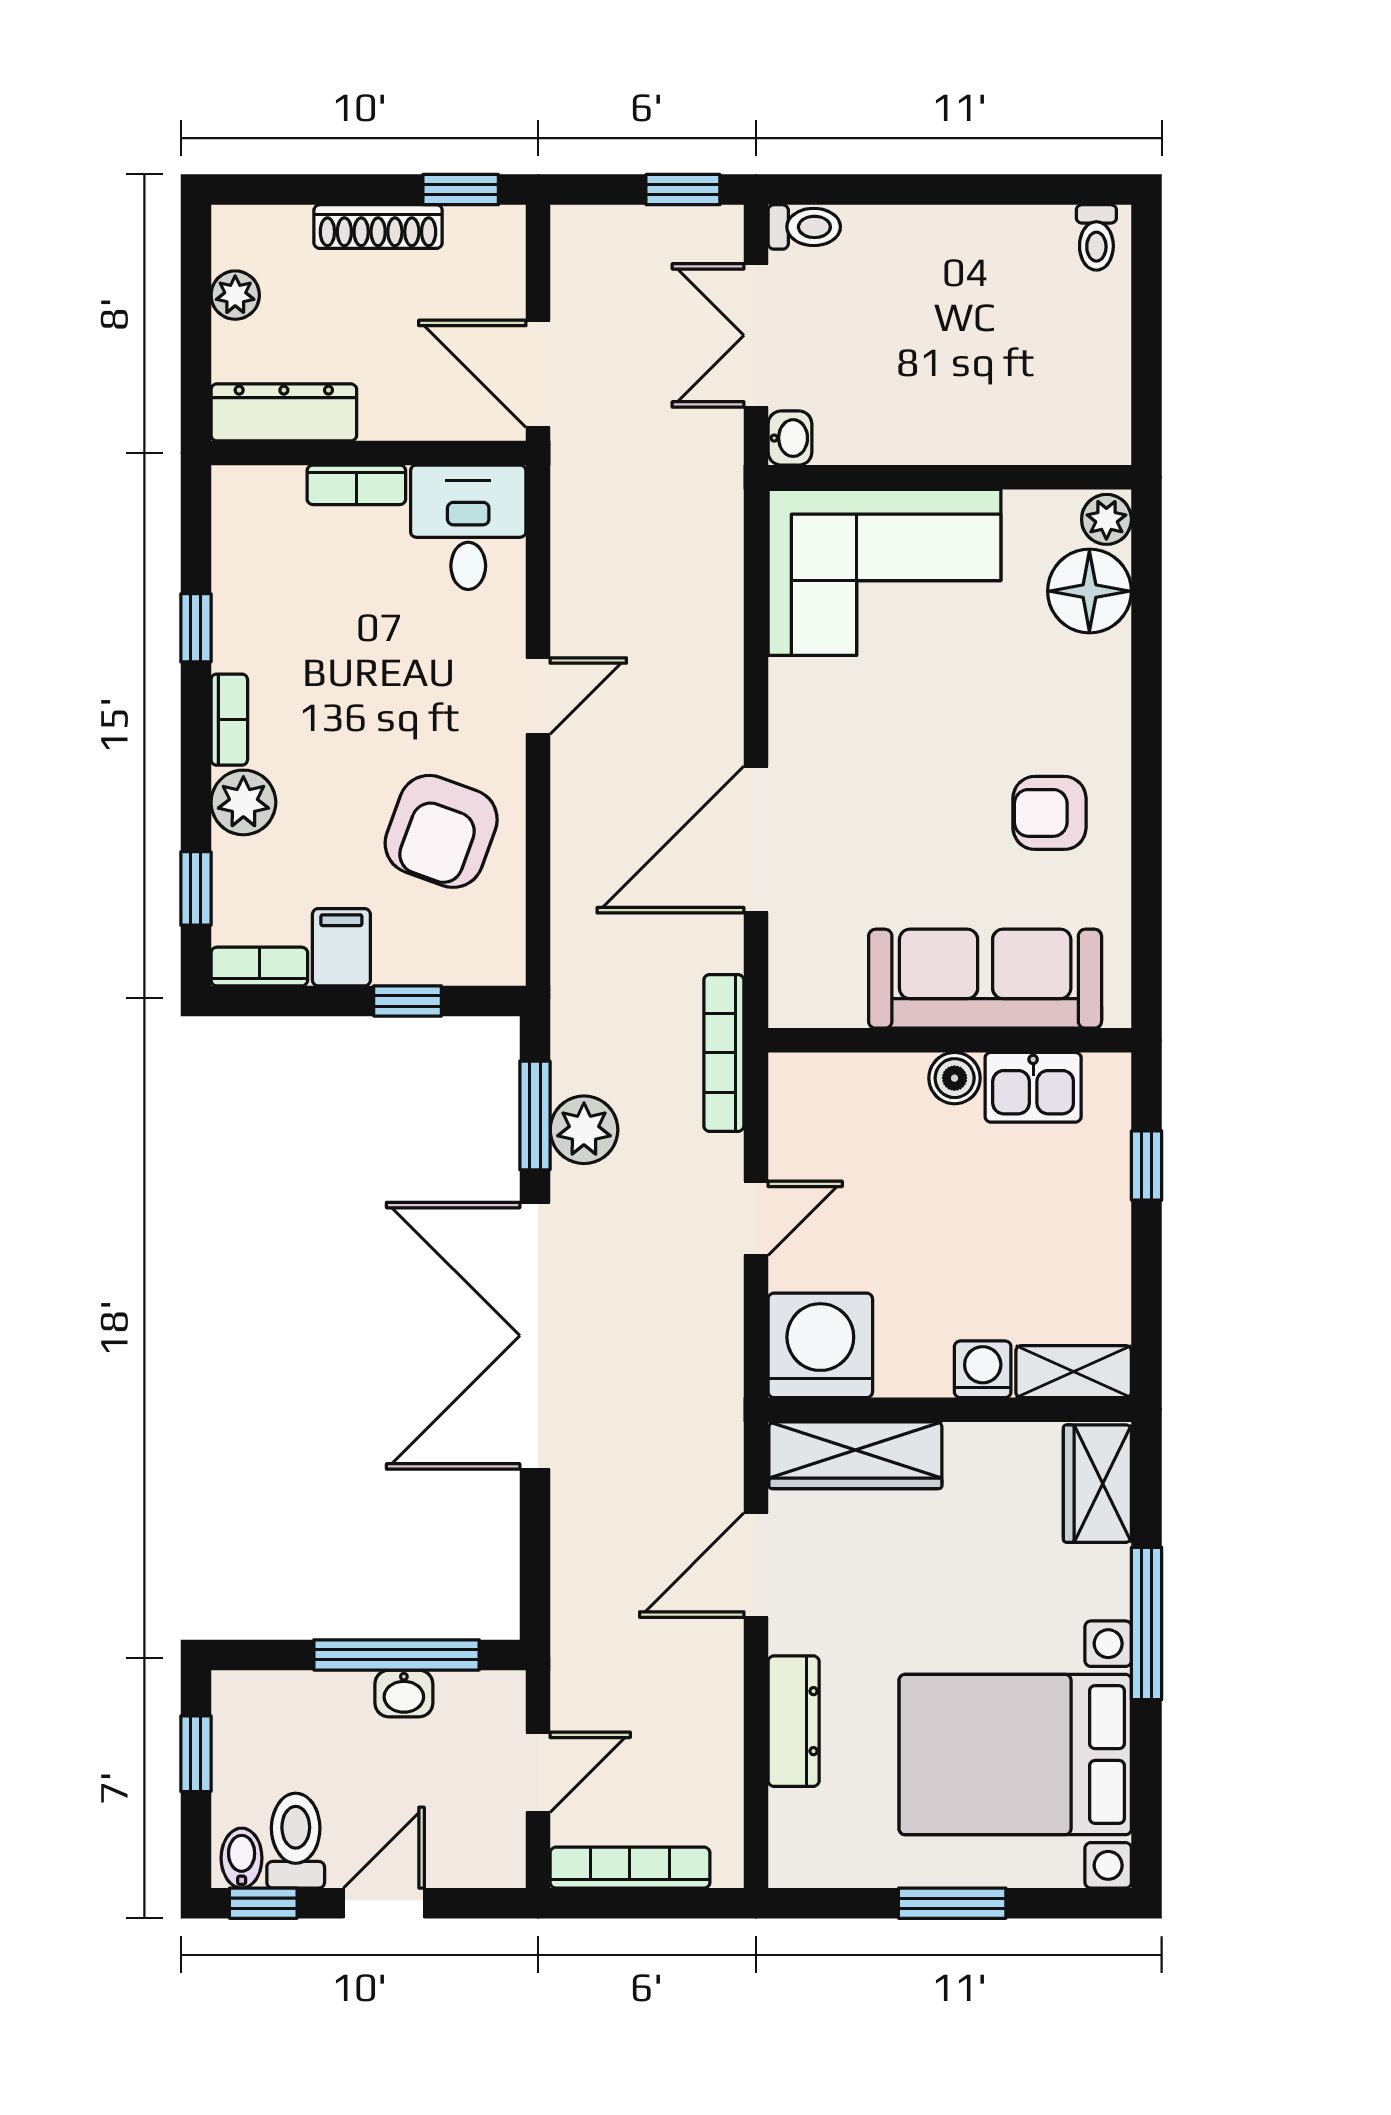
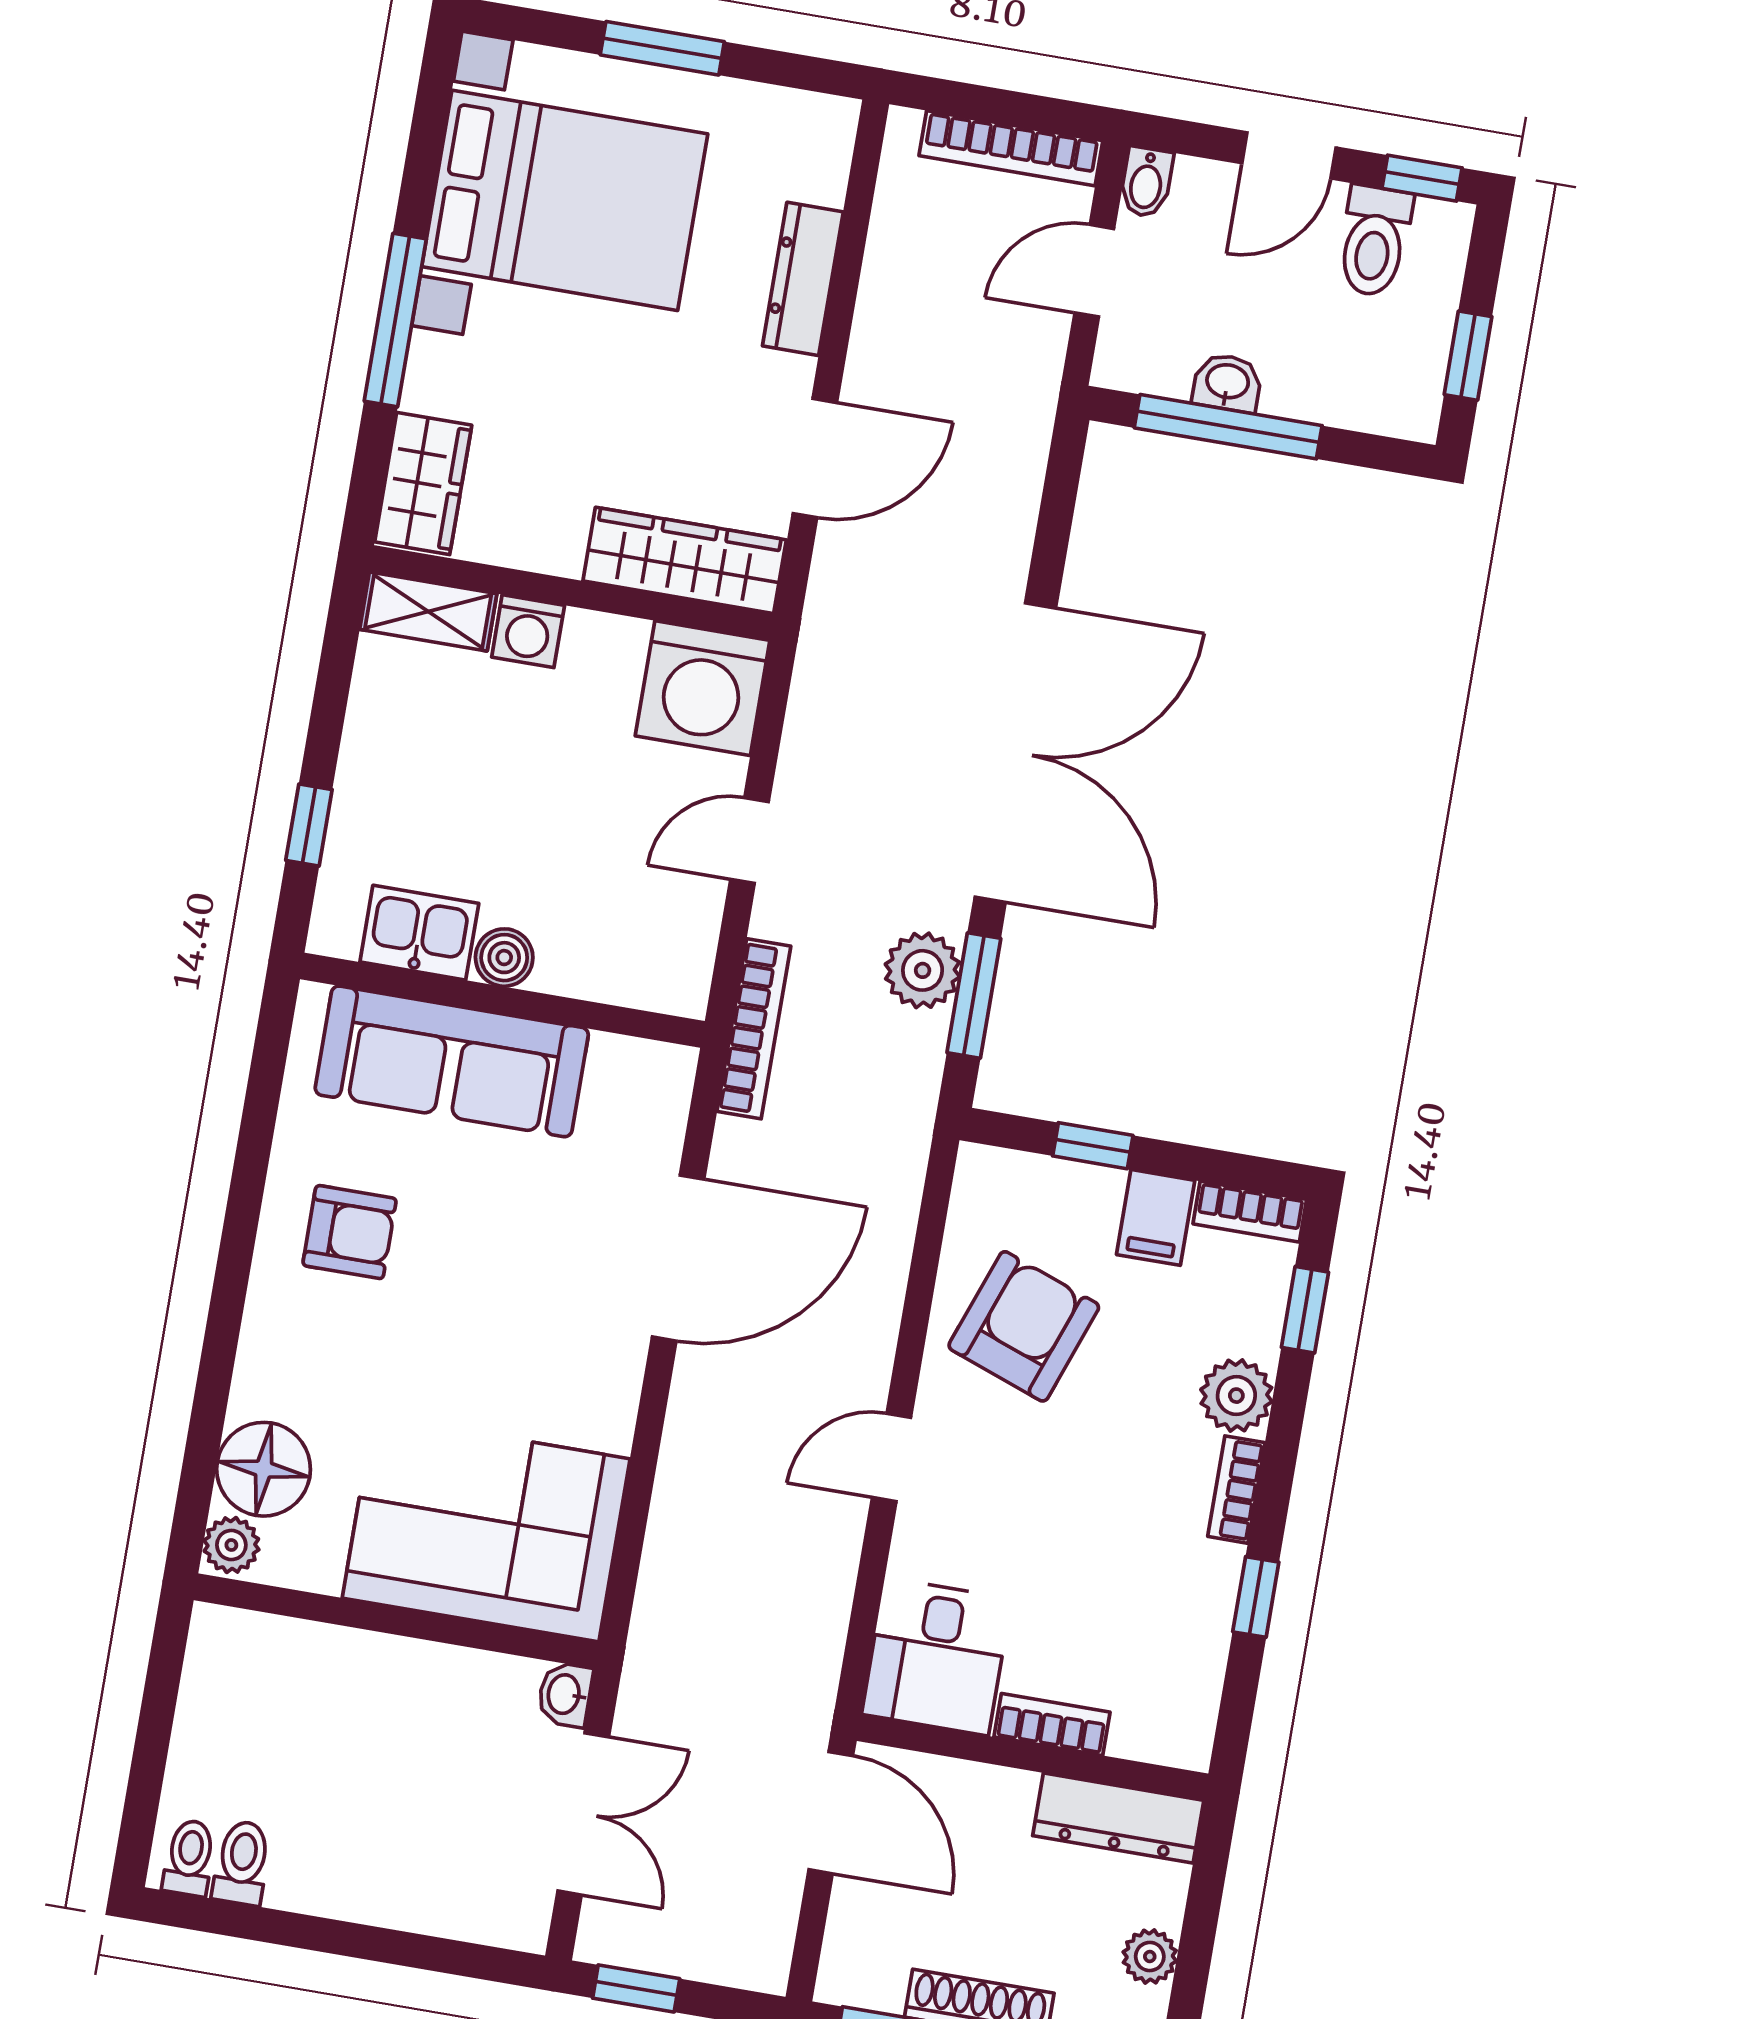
toilet: (804, 227) -> (242, 1863), moved, turned 90
bidet: (242, 1858) -> (1146, 182), moved

